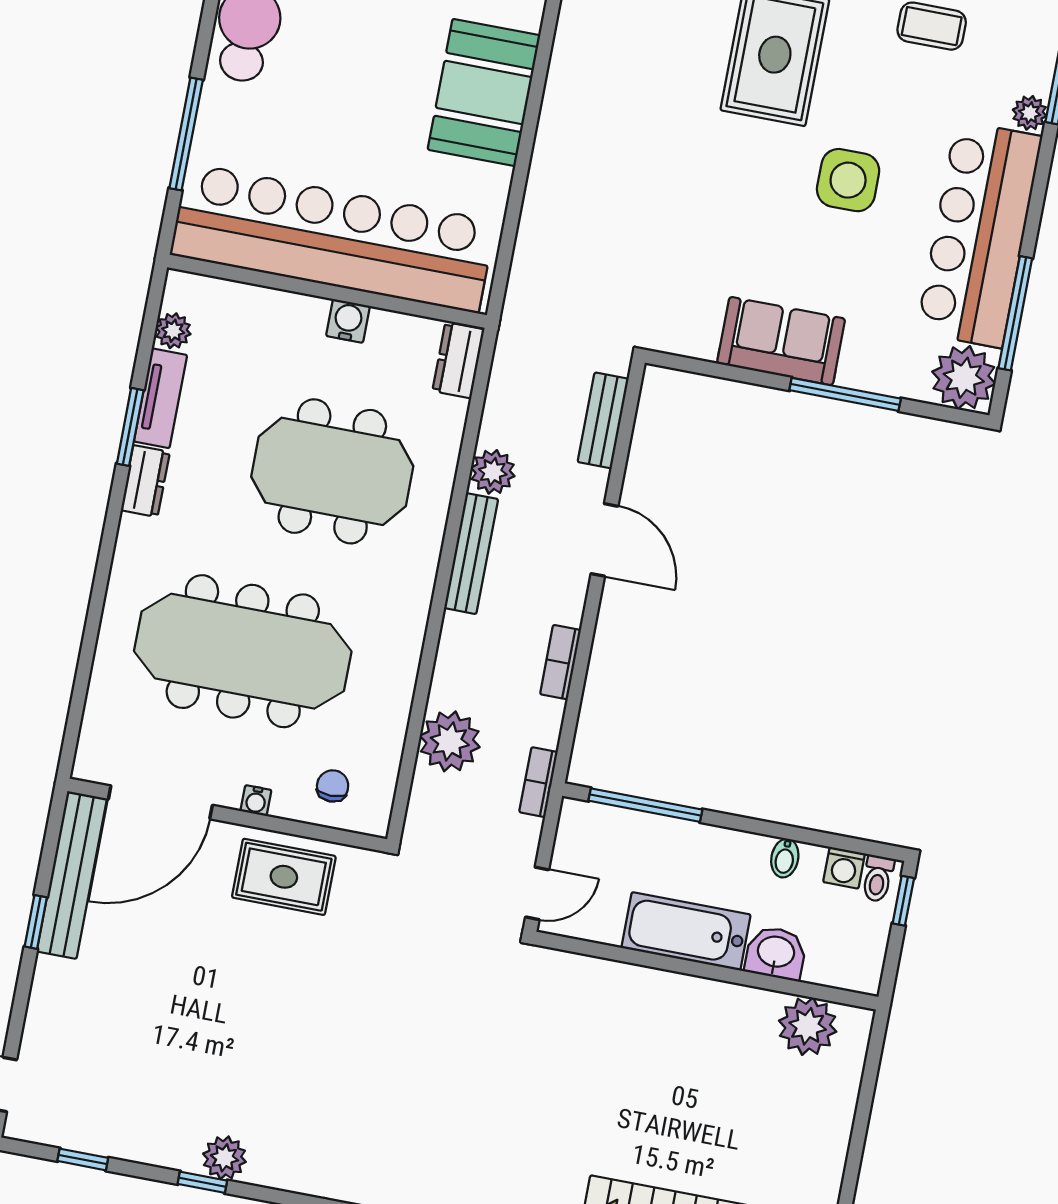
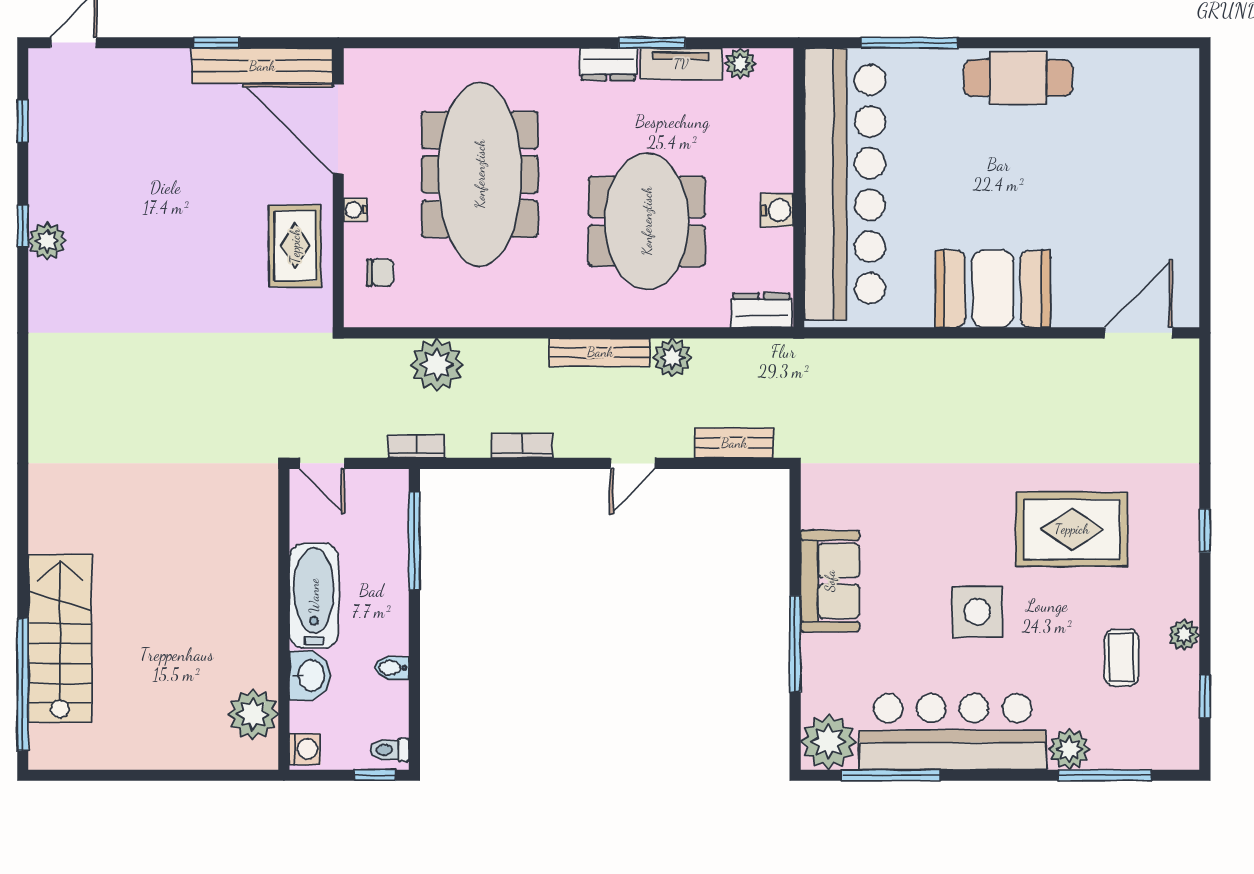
plant: (1030, 113) -> (1069, 749), width x1.38, depth x1.38
door: (605, 540) -> (633, 463), width x0.73
washing machine: (844, 868) -> (305, 749), moved, turned 180

